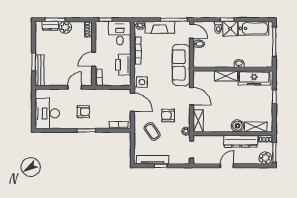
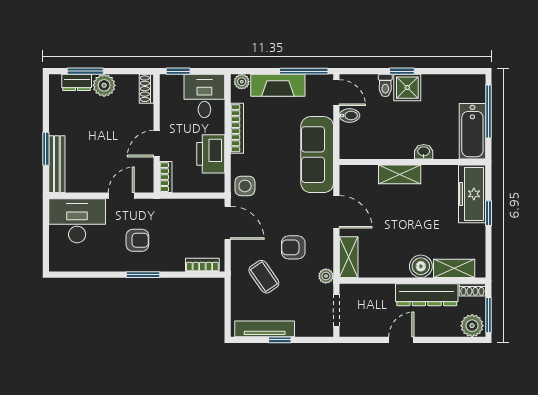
bathtub: (253, 28) -> (472, 131), moved, turned 90
freezer: (254, 78) -> (472, 194), moved, turned 90
desk: (47, 113) -> (77, 221), moved, turned 90

